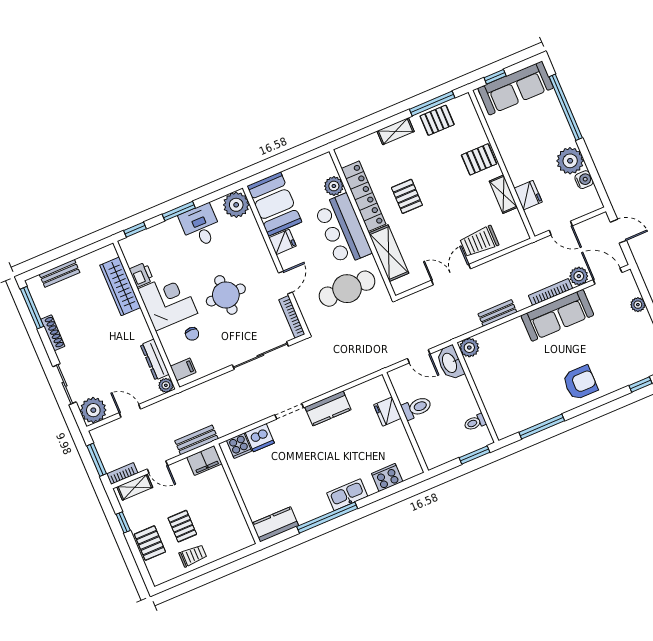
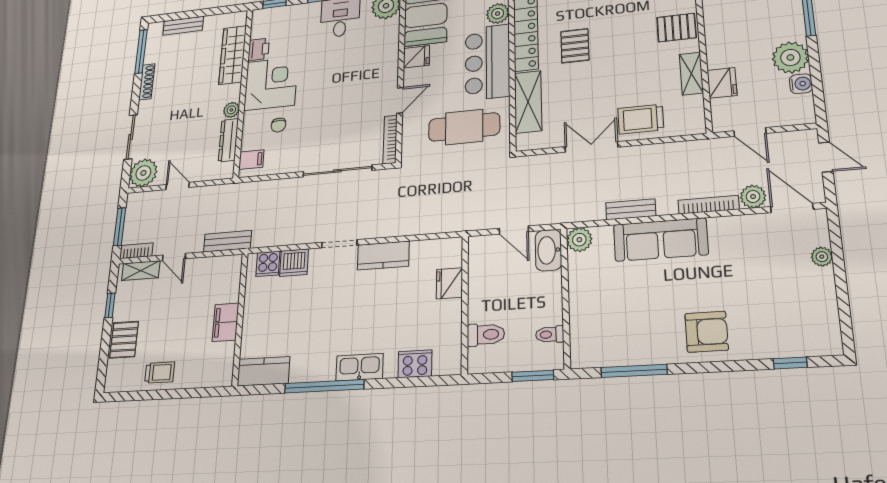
round table: (226, 295) -> (332, 95), removed
sofa: (557, 315) -> (661, 240), moved
plant: (166, 385) -> (231, 110), moved
toilet: (417, 408) -> (486, 335), moved
filing cabinet: (204, 460) -> (226, 322), moved, turned 90
pallet: (182, 526) -> (166, 334), removed

